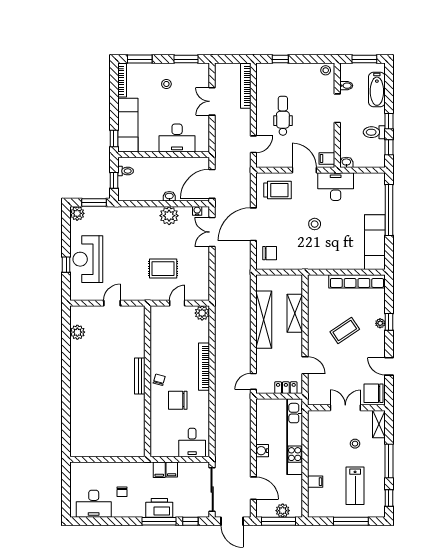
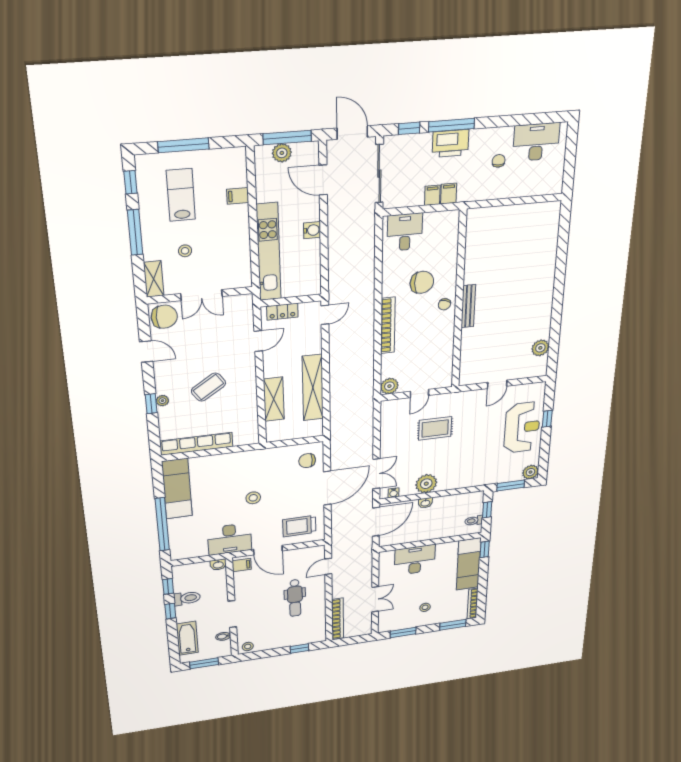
door: (305, 365) -> (258, 341), swing flipped

